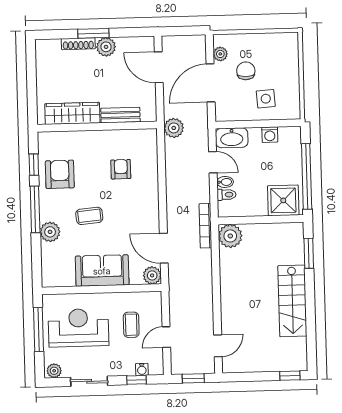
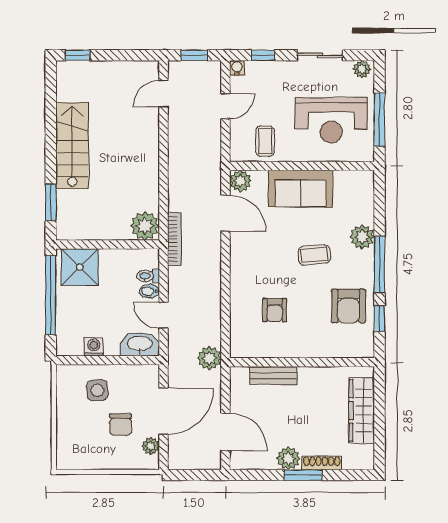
wardrobe: (72, 113) -> (362, 410), moved, turned 90
coffee table: (131, 325) -> (265, 141), moved
water cooler: (142, 369) -> (237, 68), moved

